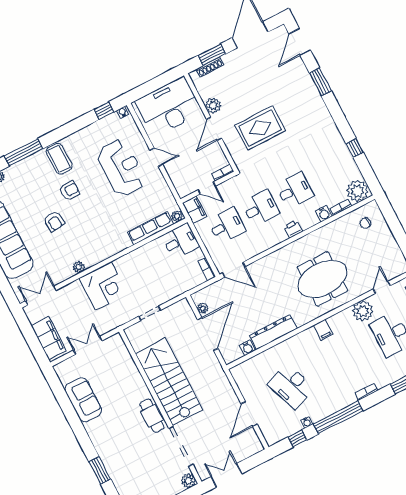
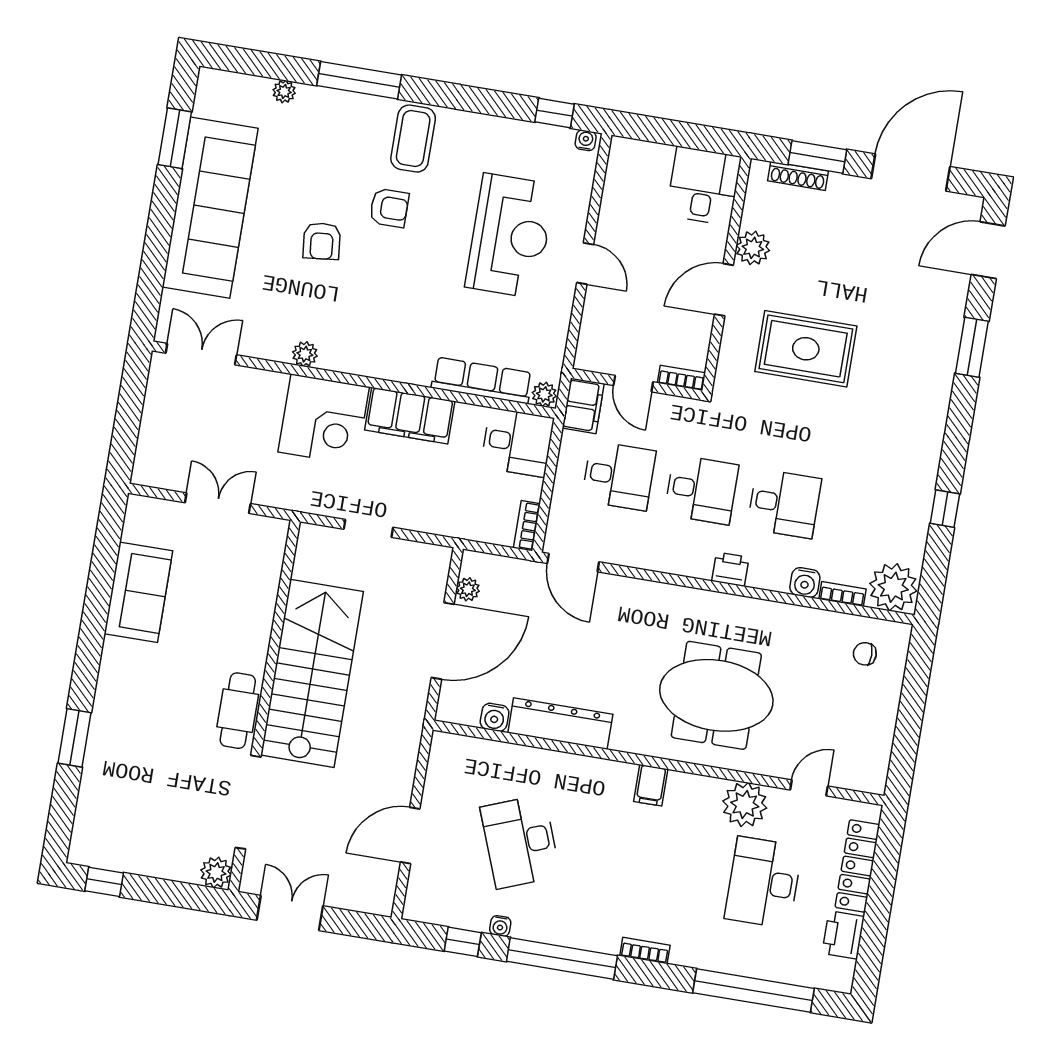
desk: (169, 107) -> (704, 186), width x0.53, depth x0.77
filing cabinet: (49, 338) -> (410, 416), moved, turned 90

